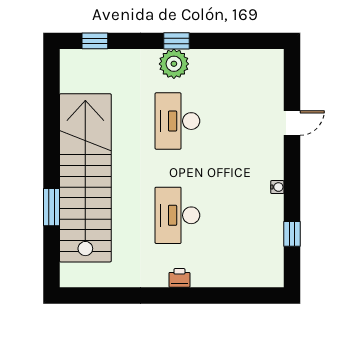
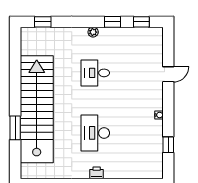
window: (176, 41) -> (112, 22), moved
window: (250, 41) -> (141, 22), added
plant: (174, 64) -> (93, 32), width x0.53, depth x0.53
desk: (177, 121) -> (95, 73), width x0.73

